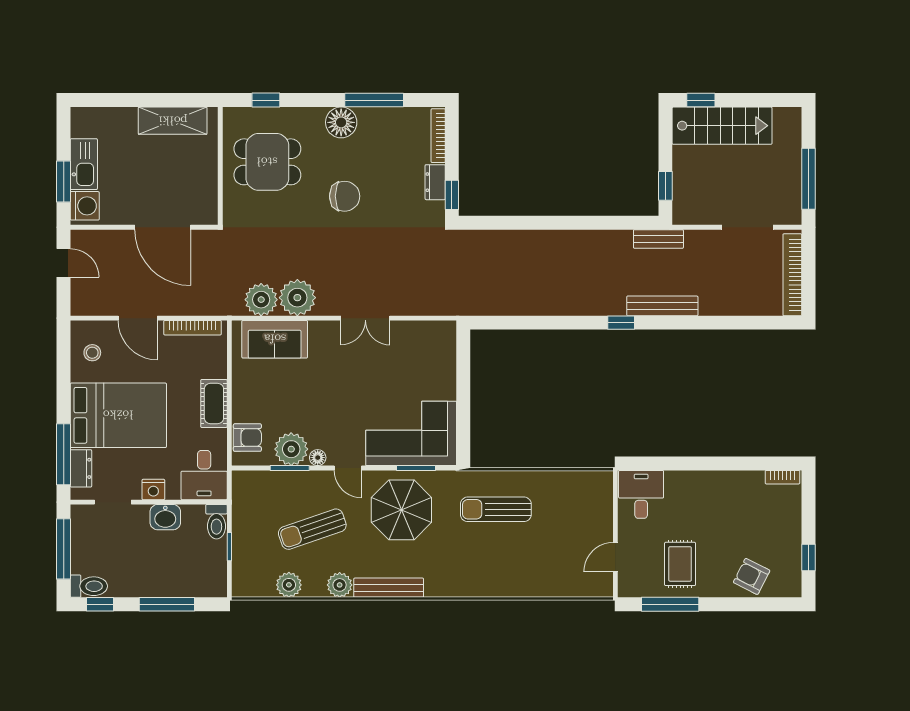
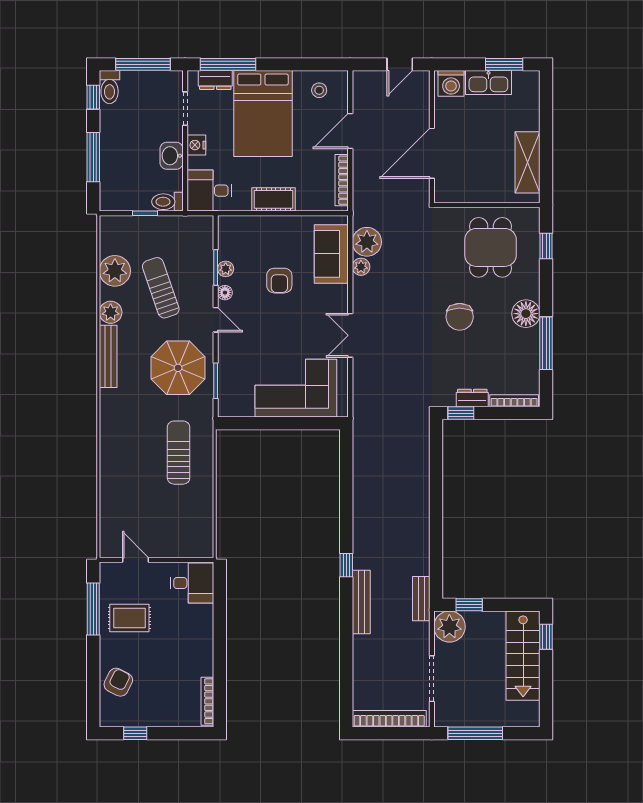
window: (64, 181) -> (504, 64), moved
plant: (690, 208) -> (449, 627), added
plant: (297, 298) -> (361, 267), width x0.53, depth x0.53
corner sofa: (411, 433) -> (296, 388), moved, turned -90
armchair: (247, 438) -> (279, 281), moved
plant: (291, 449) -> (226, 269), width x0.53, depth x0.53
door: (348, 468) -> (216, 320), swing flipped
bookcase: (783, 477) -> (207, 701), width x1.56
plant: (289, 585) -> (115, 271), width x1.36, depth x1.36

